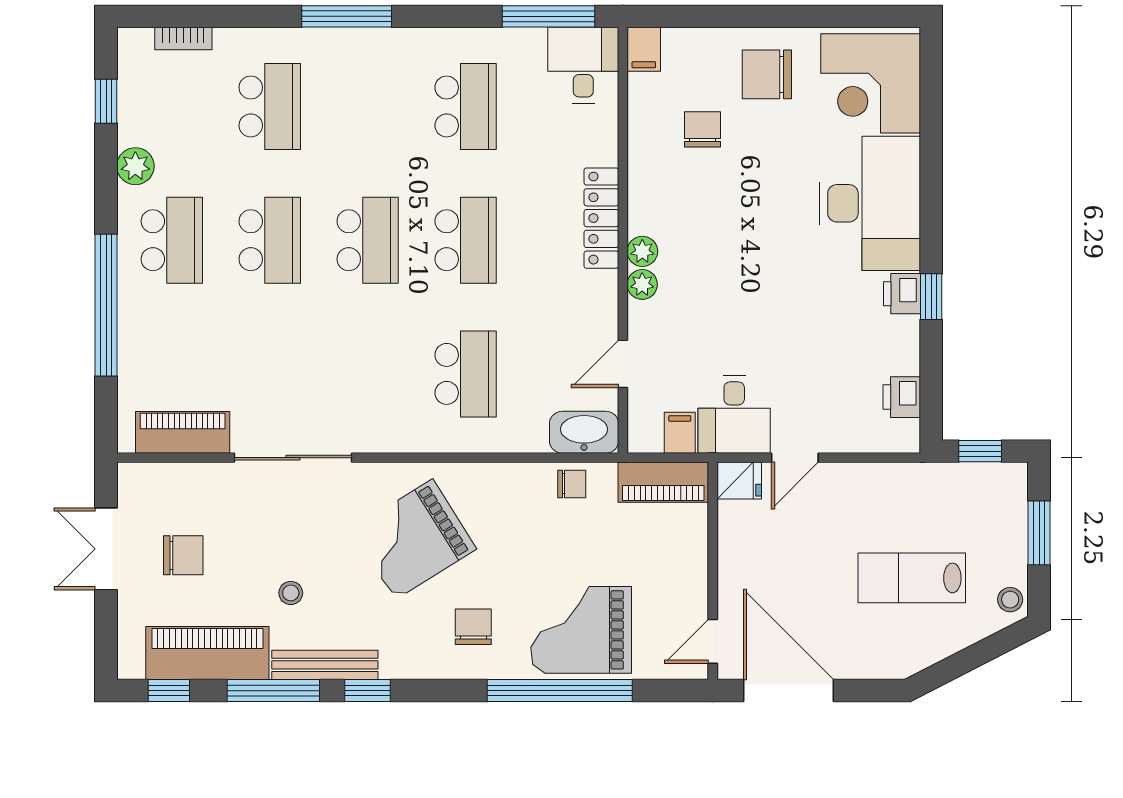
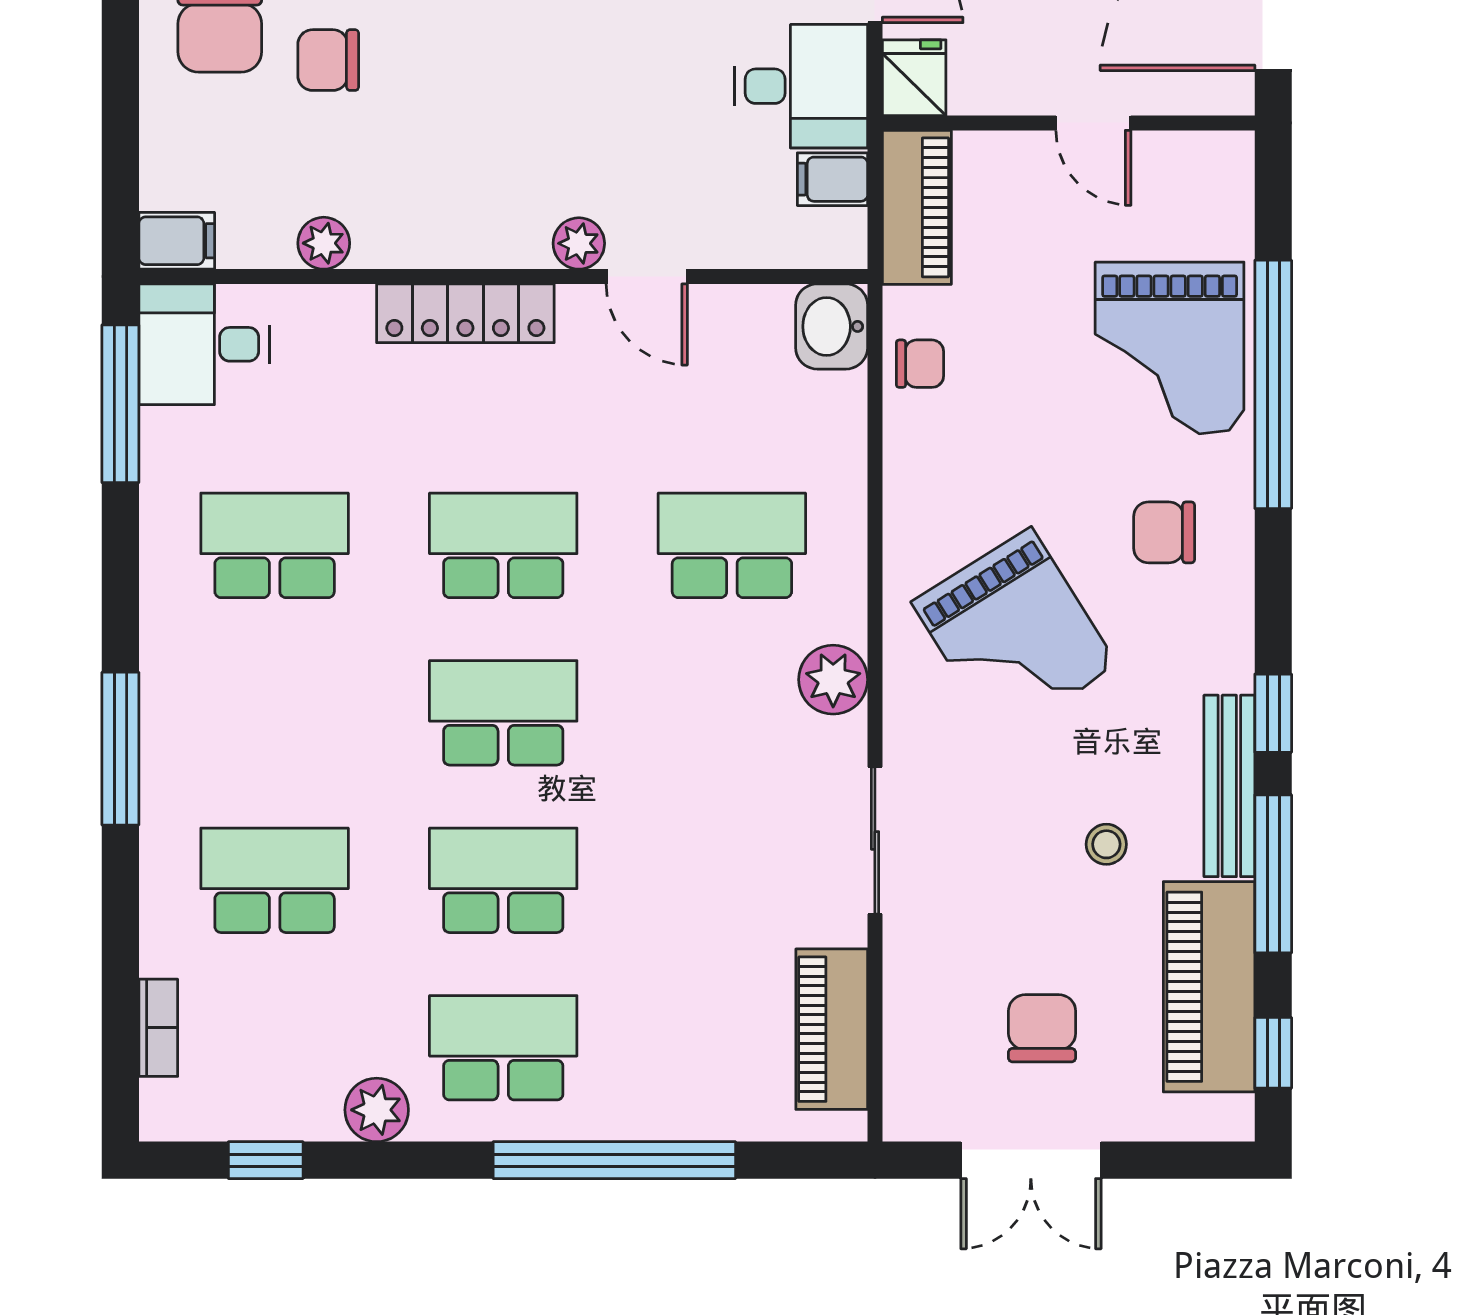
chair: (702, 129) -> (328, 60), moved
plant: (642, 251) -> (324, 243), moved
door: (623, 364) -> (647, 277), moved
washbasin: (584, 432) -> (832, 326), width x0.72
plant: (387, 433) -> (833, 680), added
sliding door: (293, 458) -> (875, 840), width x0.73
chair: (572, 484) -> (920, 364), turned 90
door: (713, 641) -> (1093, 123), moved

